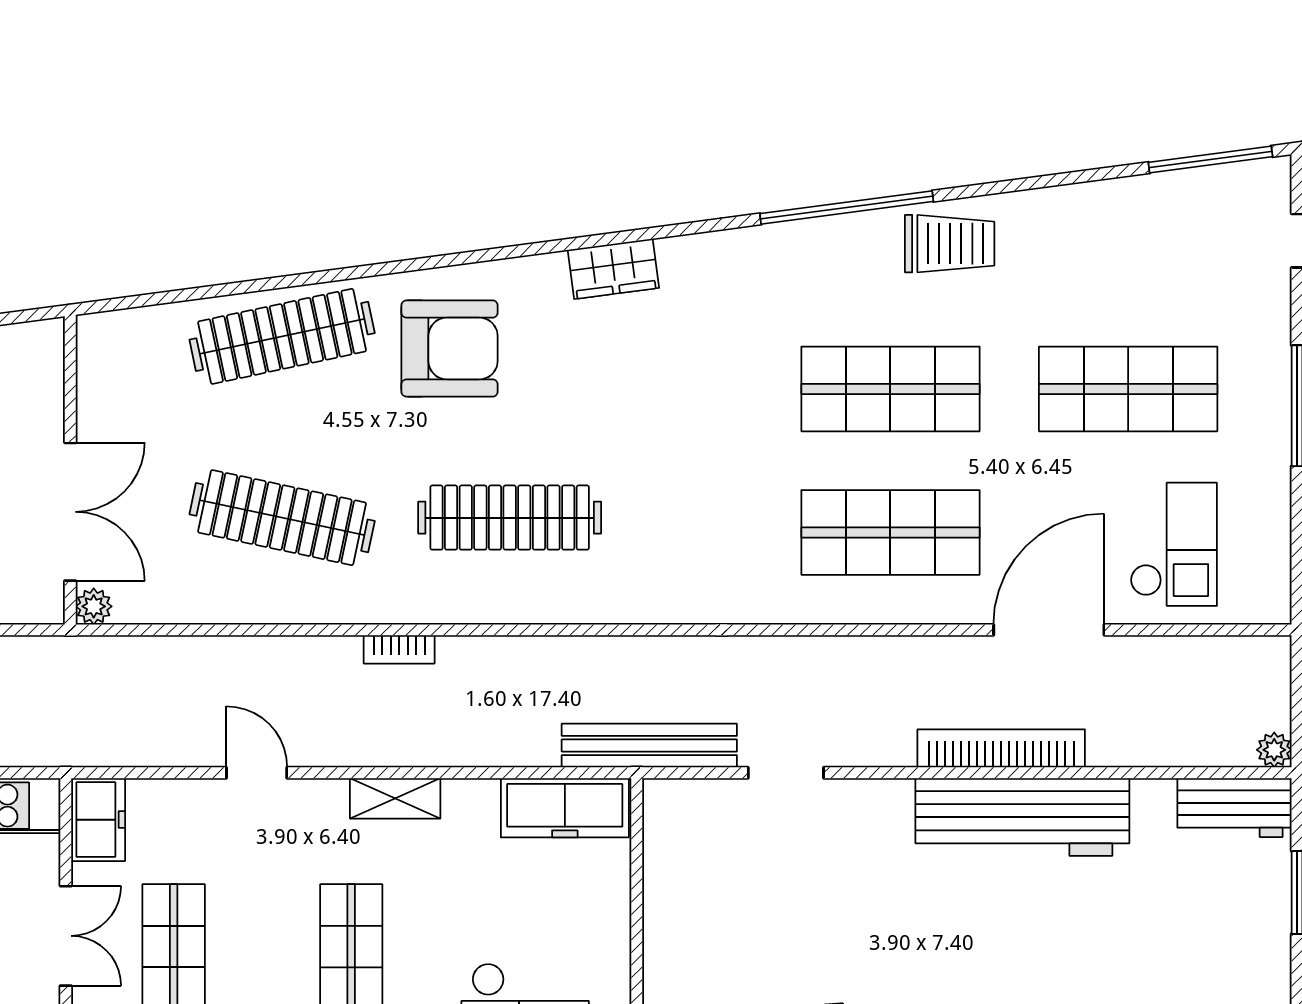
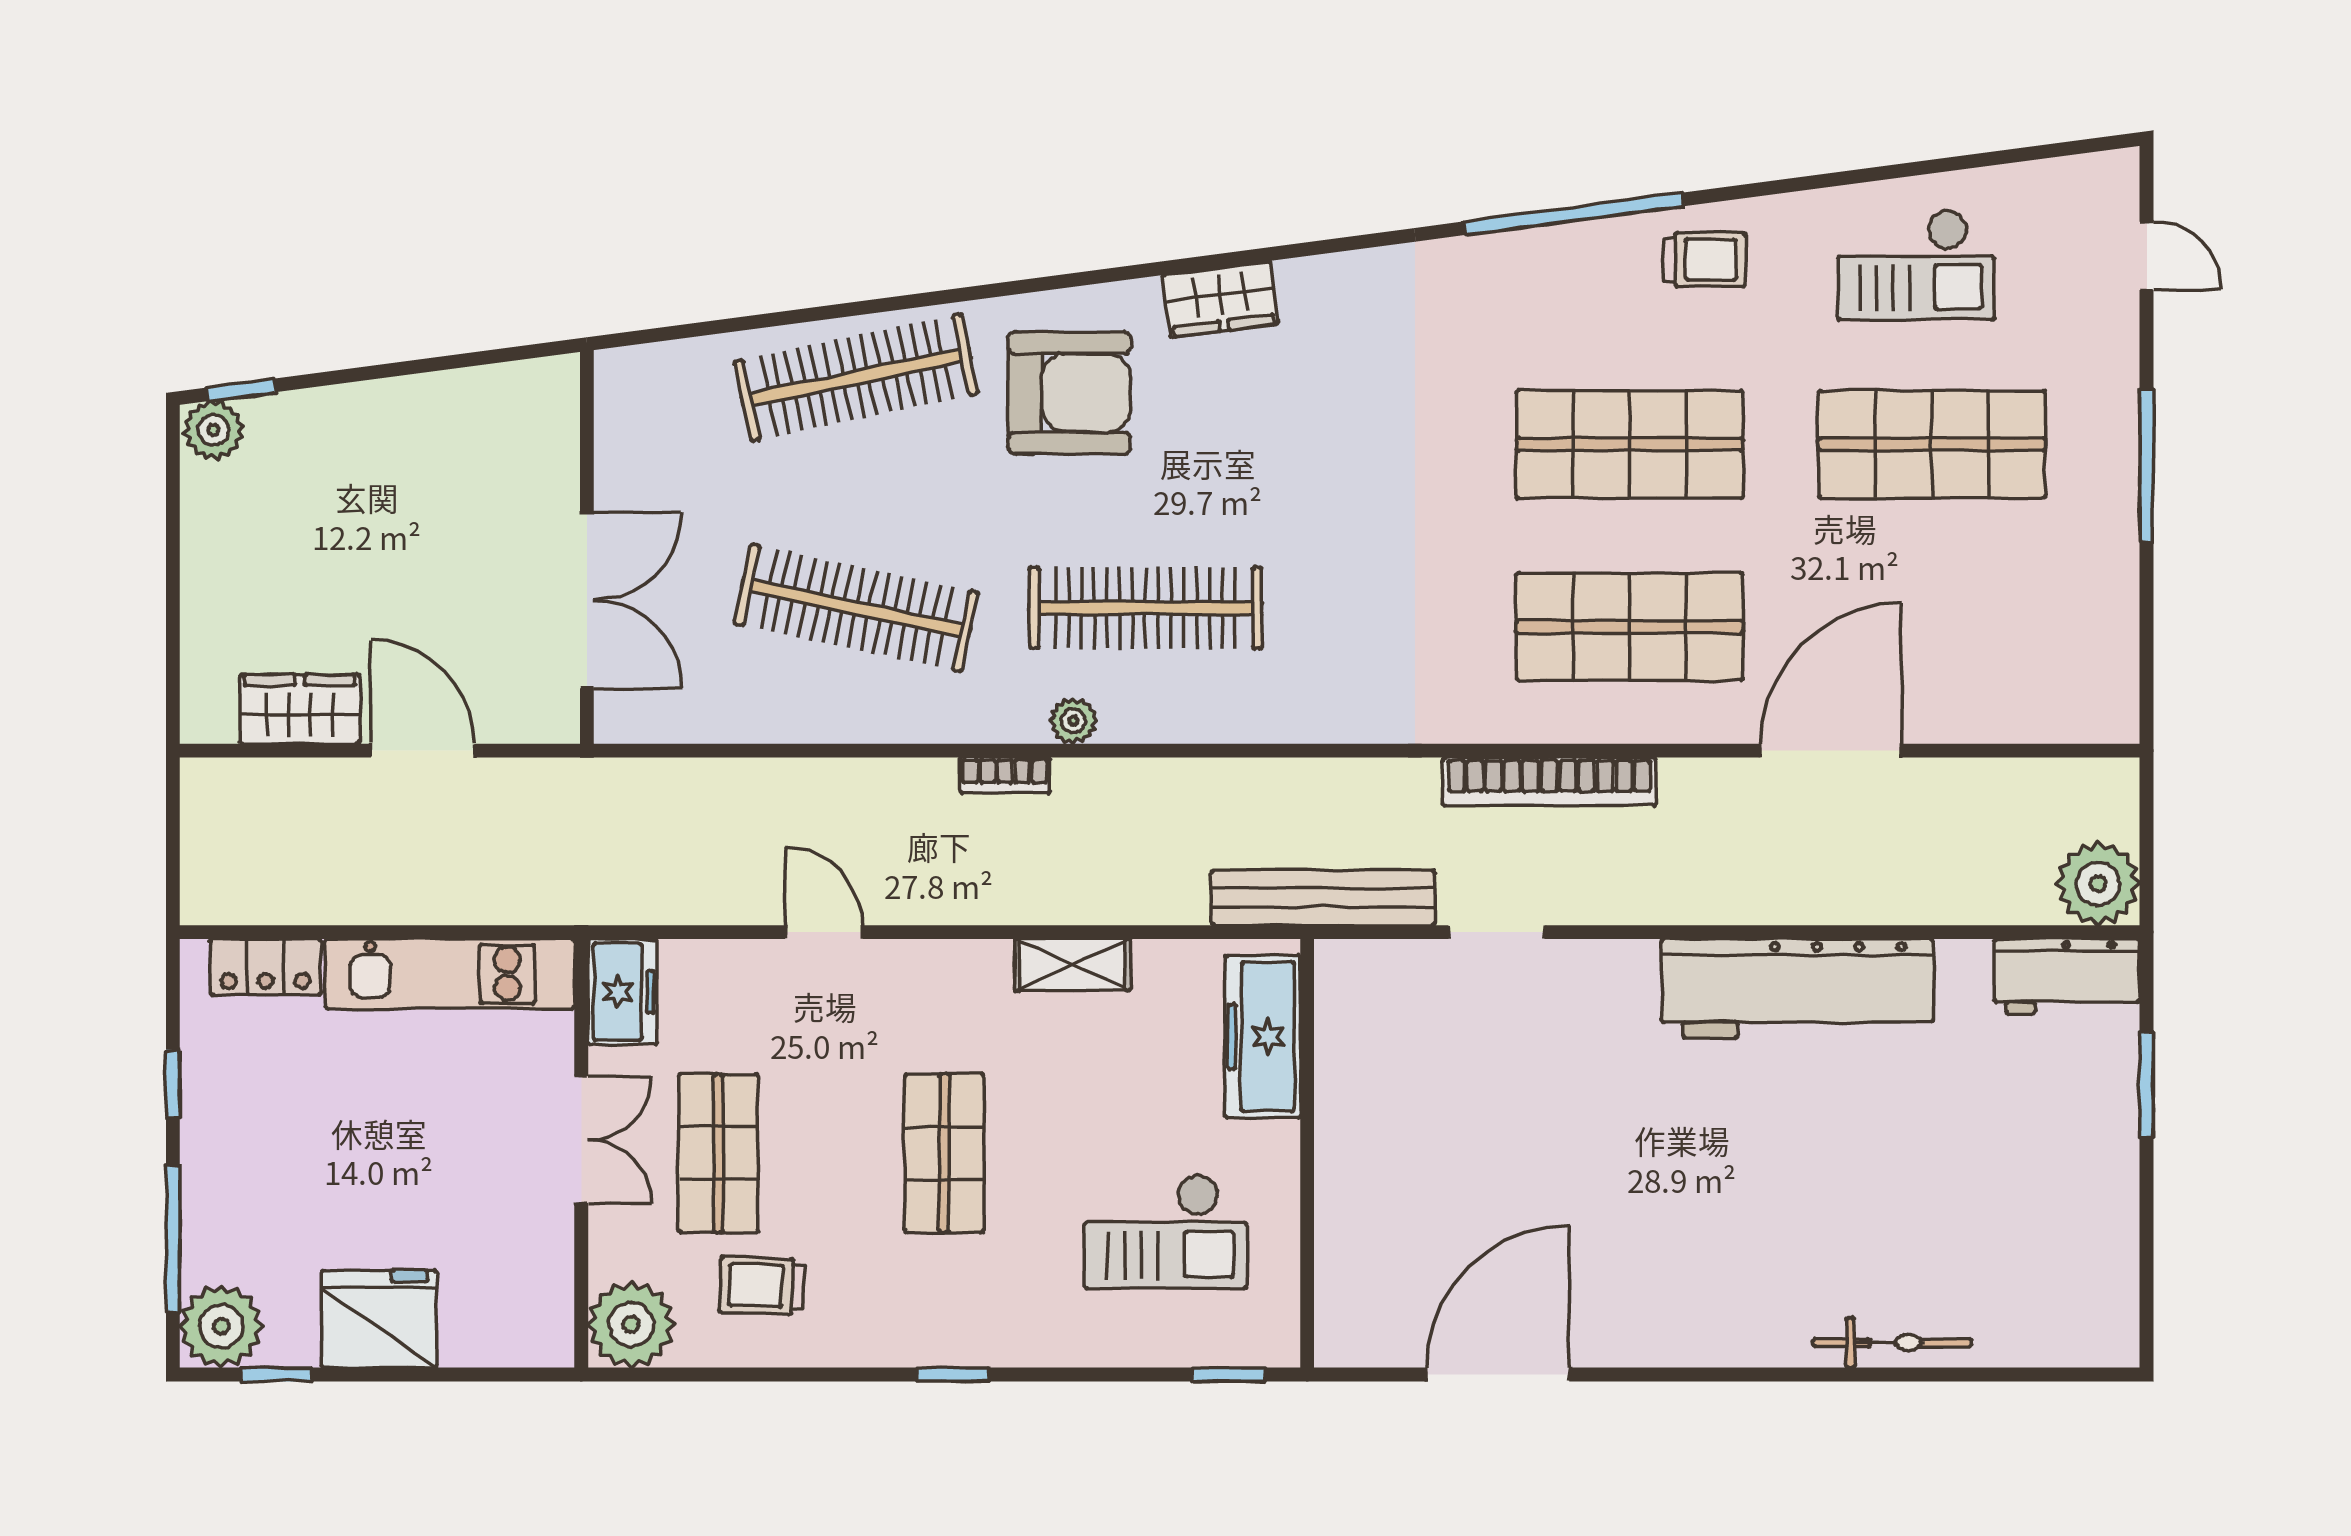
window: (1210, 159) -> (2036, 153), removed
trolley: (950, 244) -> (1705, 260), width x0.73, depth x0.72
wardrobe: (613, 269) -> (1220, 299), moved
checkout: (1174, 544) -> (1916, 265), moved, turned 90
plant: (94, 606) -> (1073, 721), moved
bookcase: (1001, 748) -> (1549, 782), moved, turned 180
plant: (1274, 750) -> (2098, 884), width x1.88, depth x1.88
shelving: (395, 798) -> (1072, 965), moved
freezer: (565, 808) -> (1263, 1036), moved, turned 90

